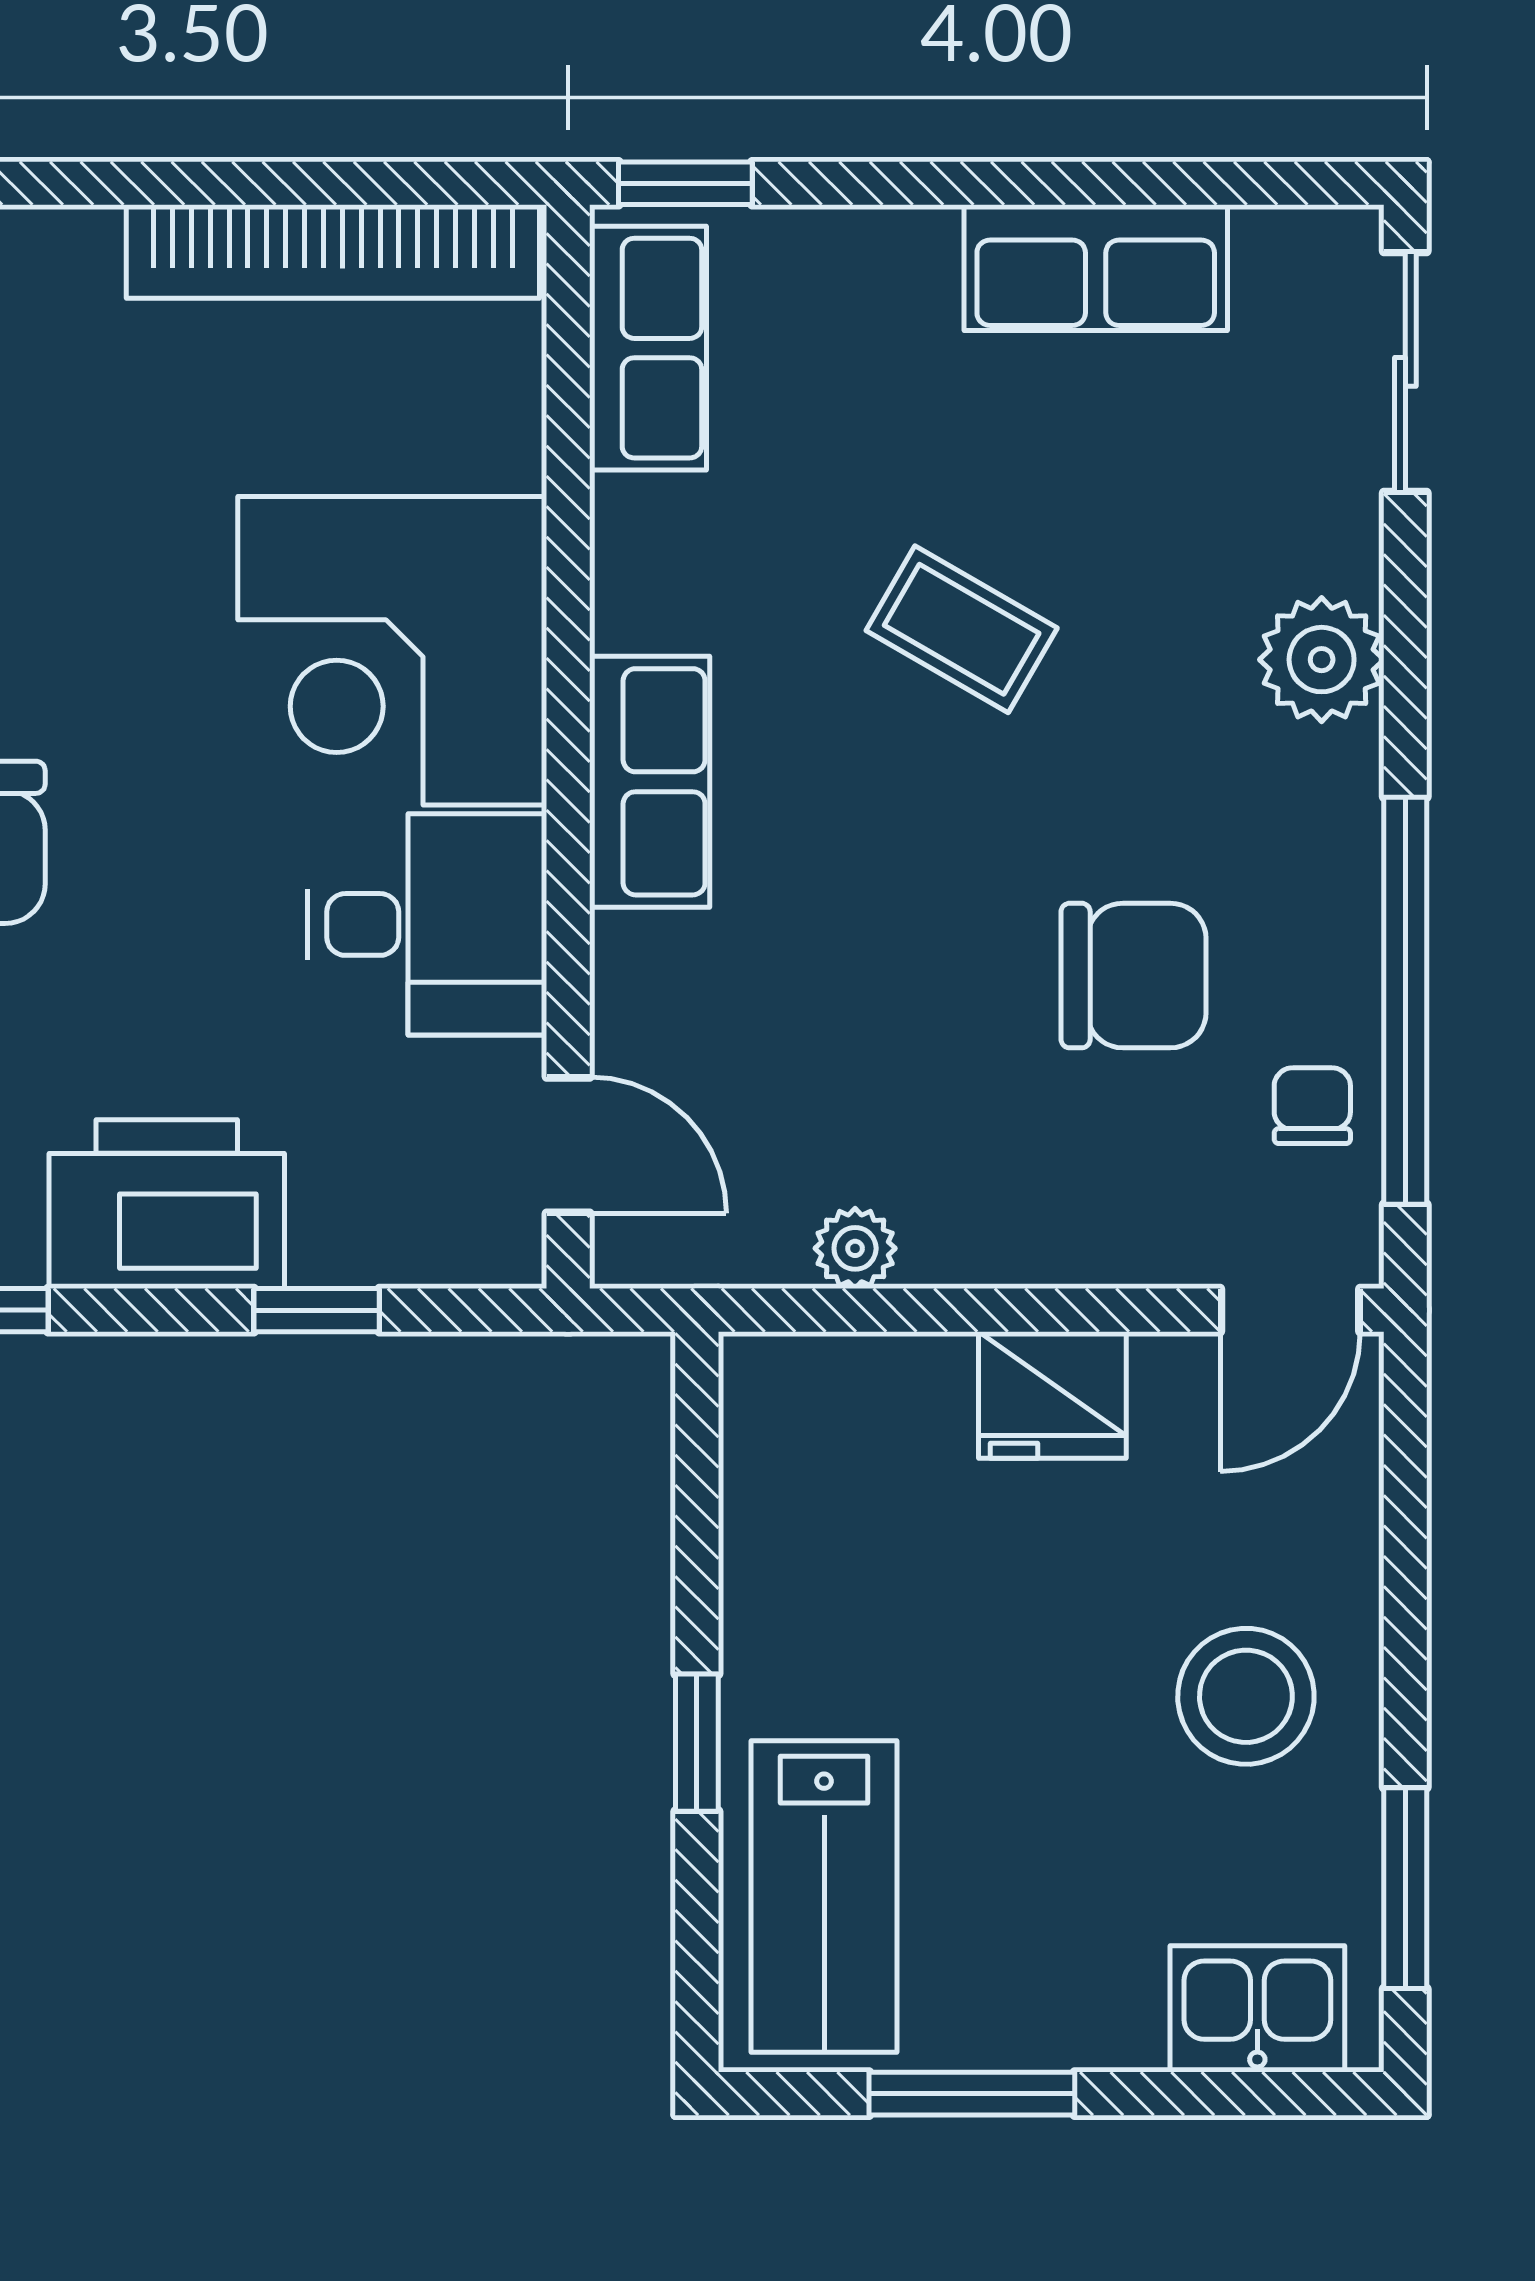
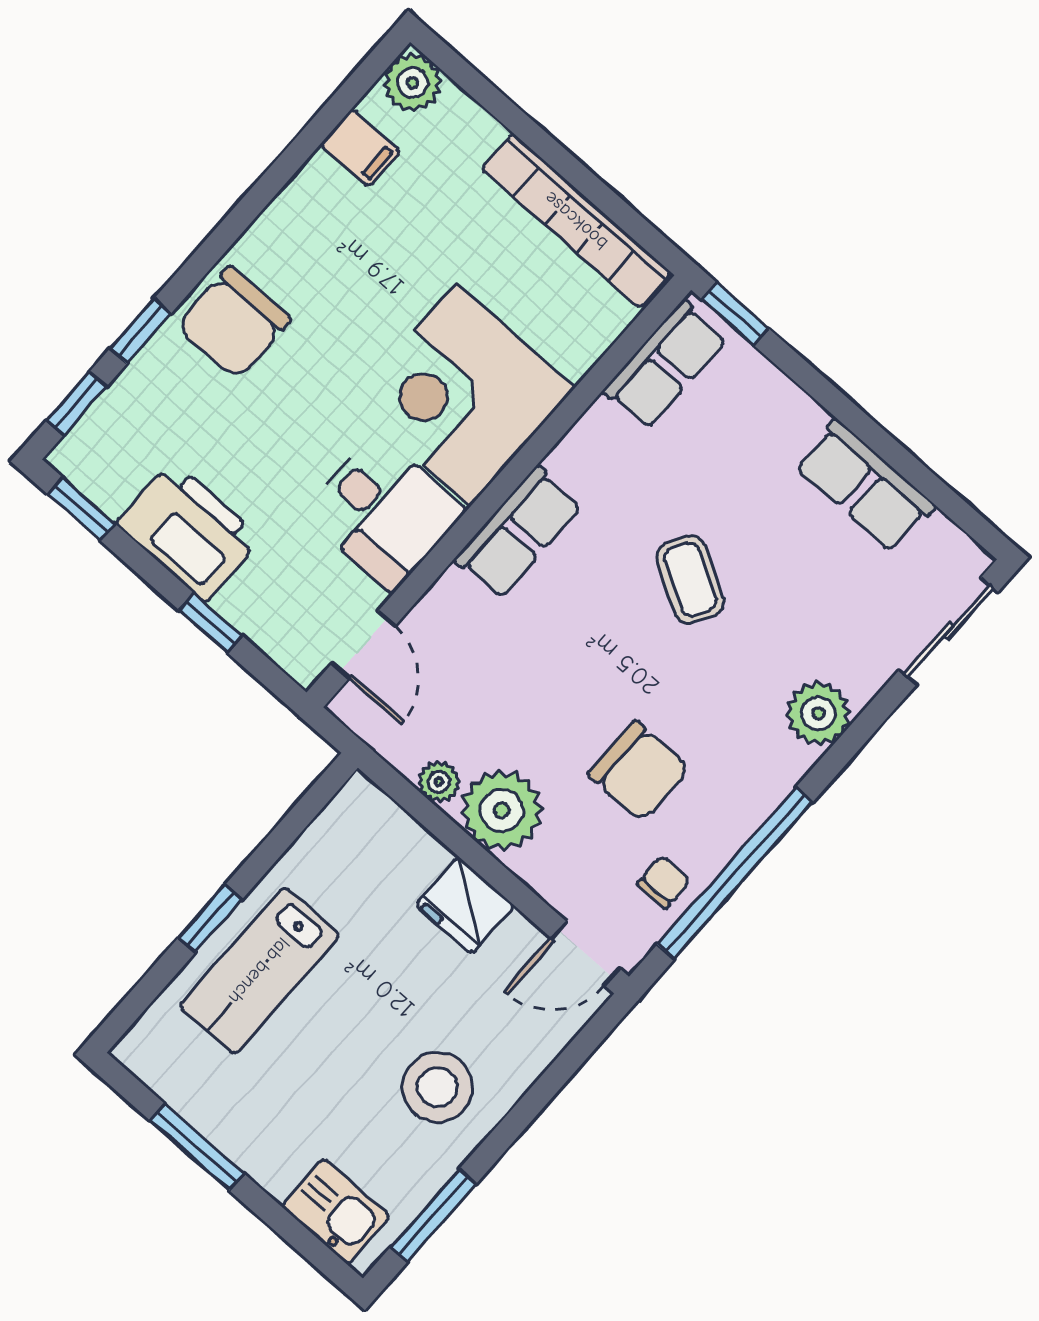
plant: (984, 1209) -> (502, 810), added
lab bench: (824, 1897) -> (259, 971), moved

